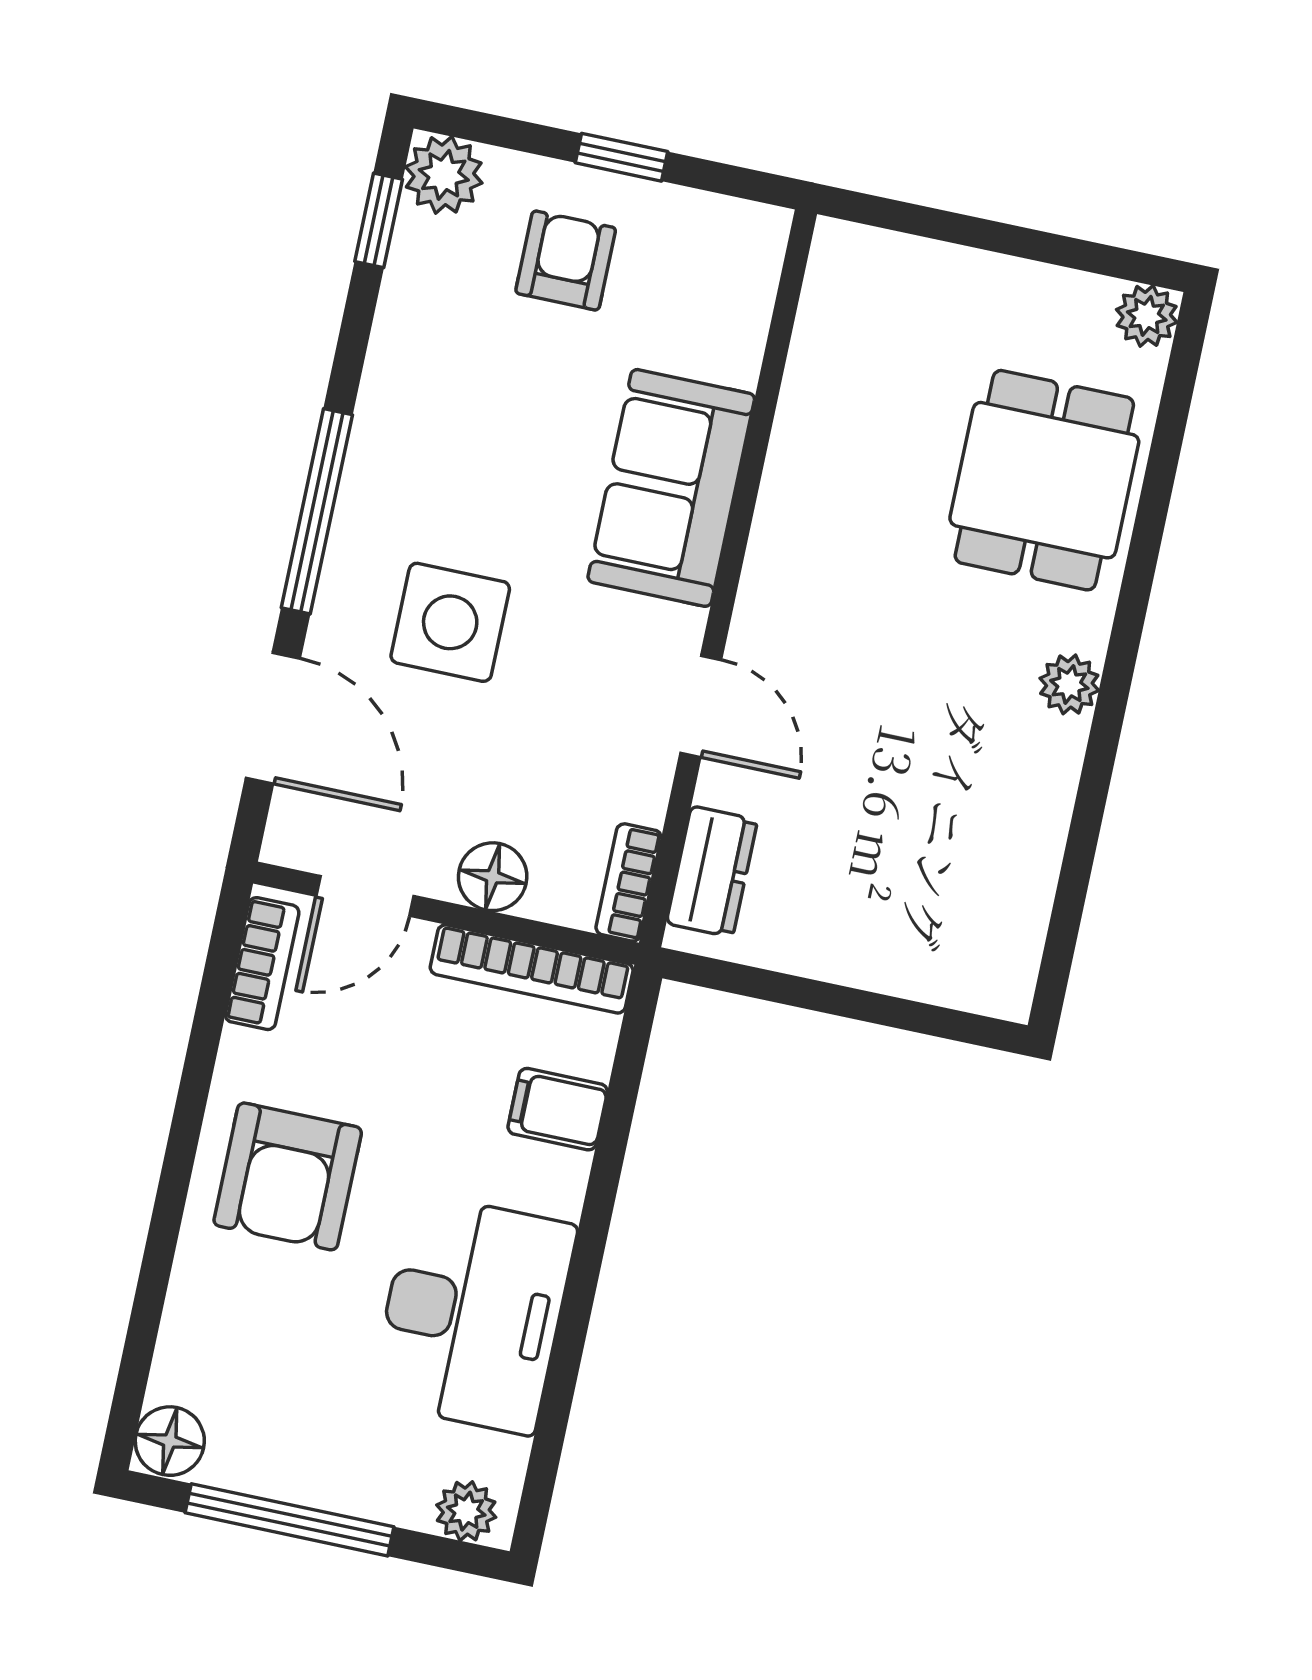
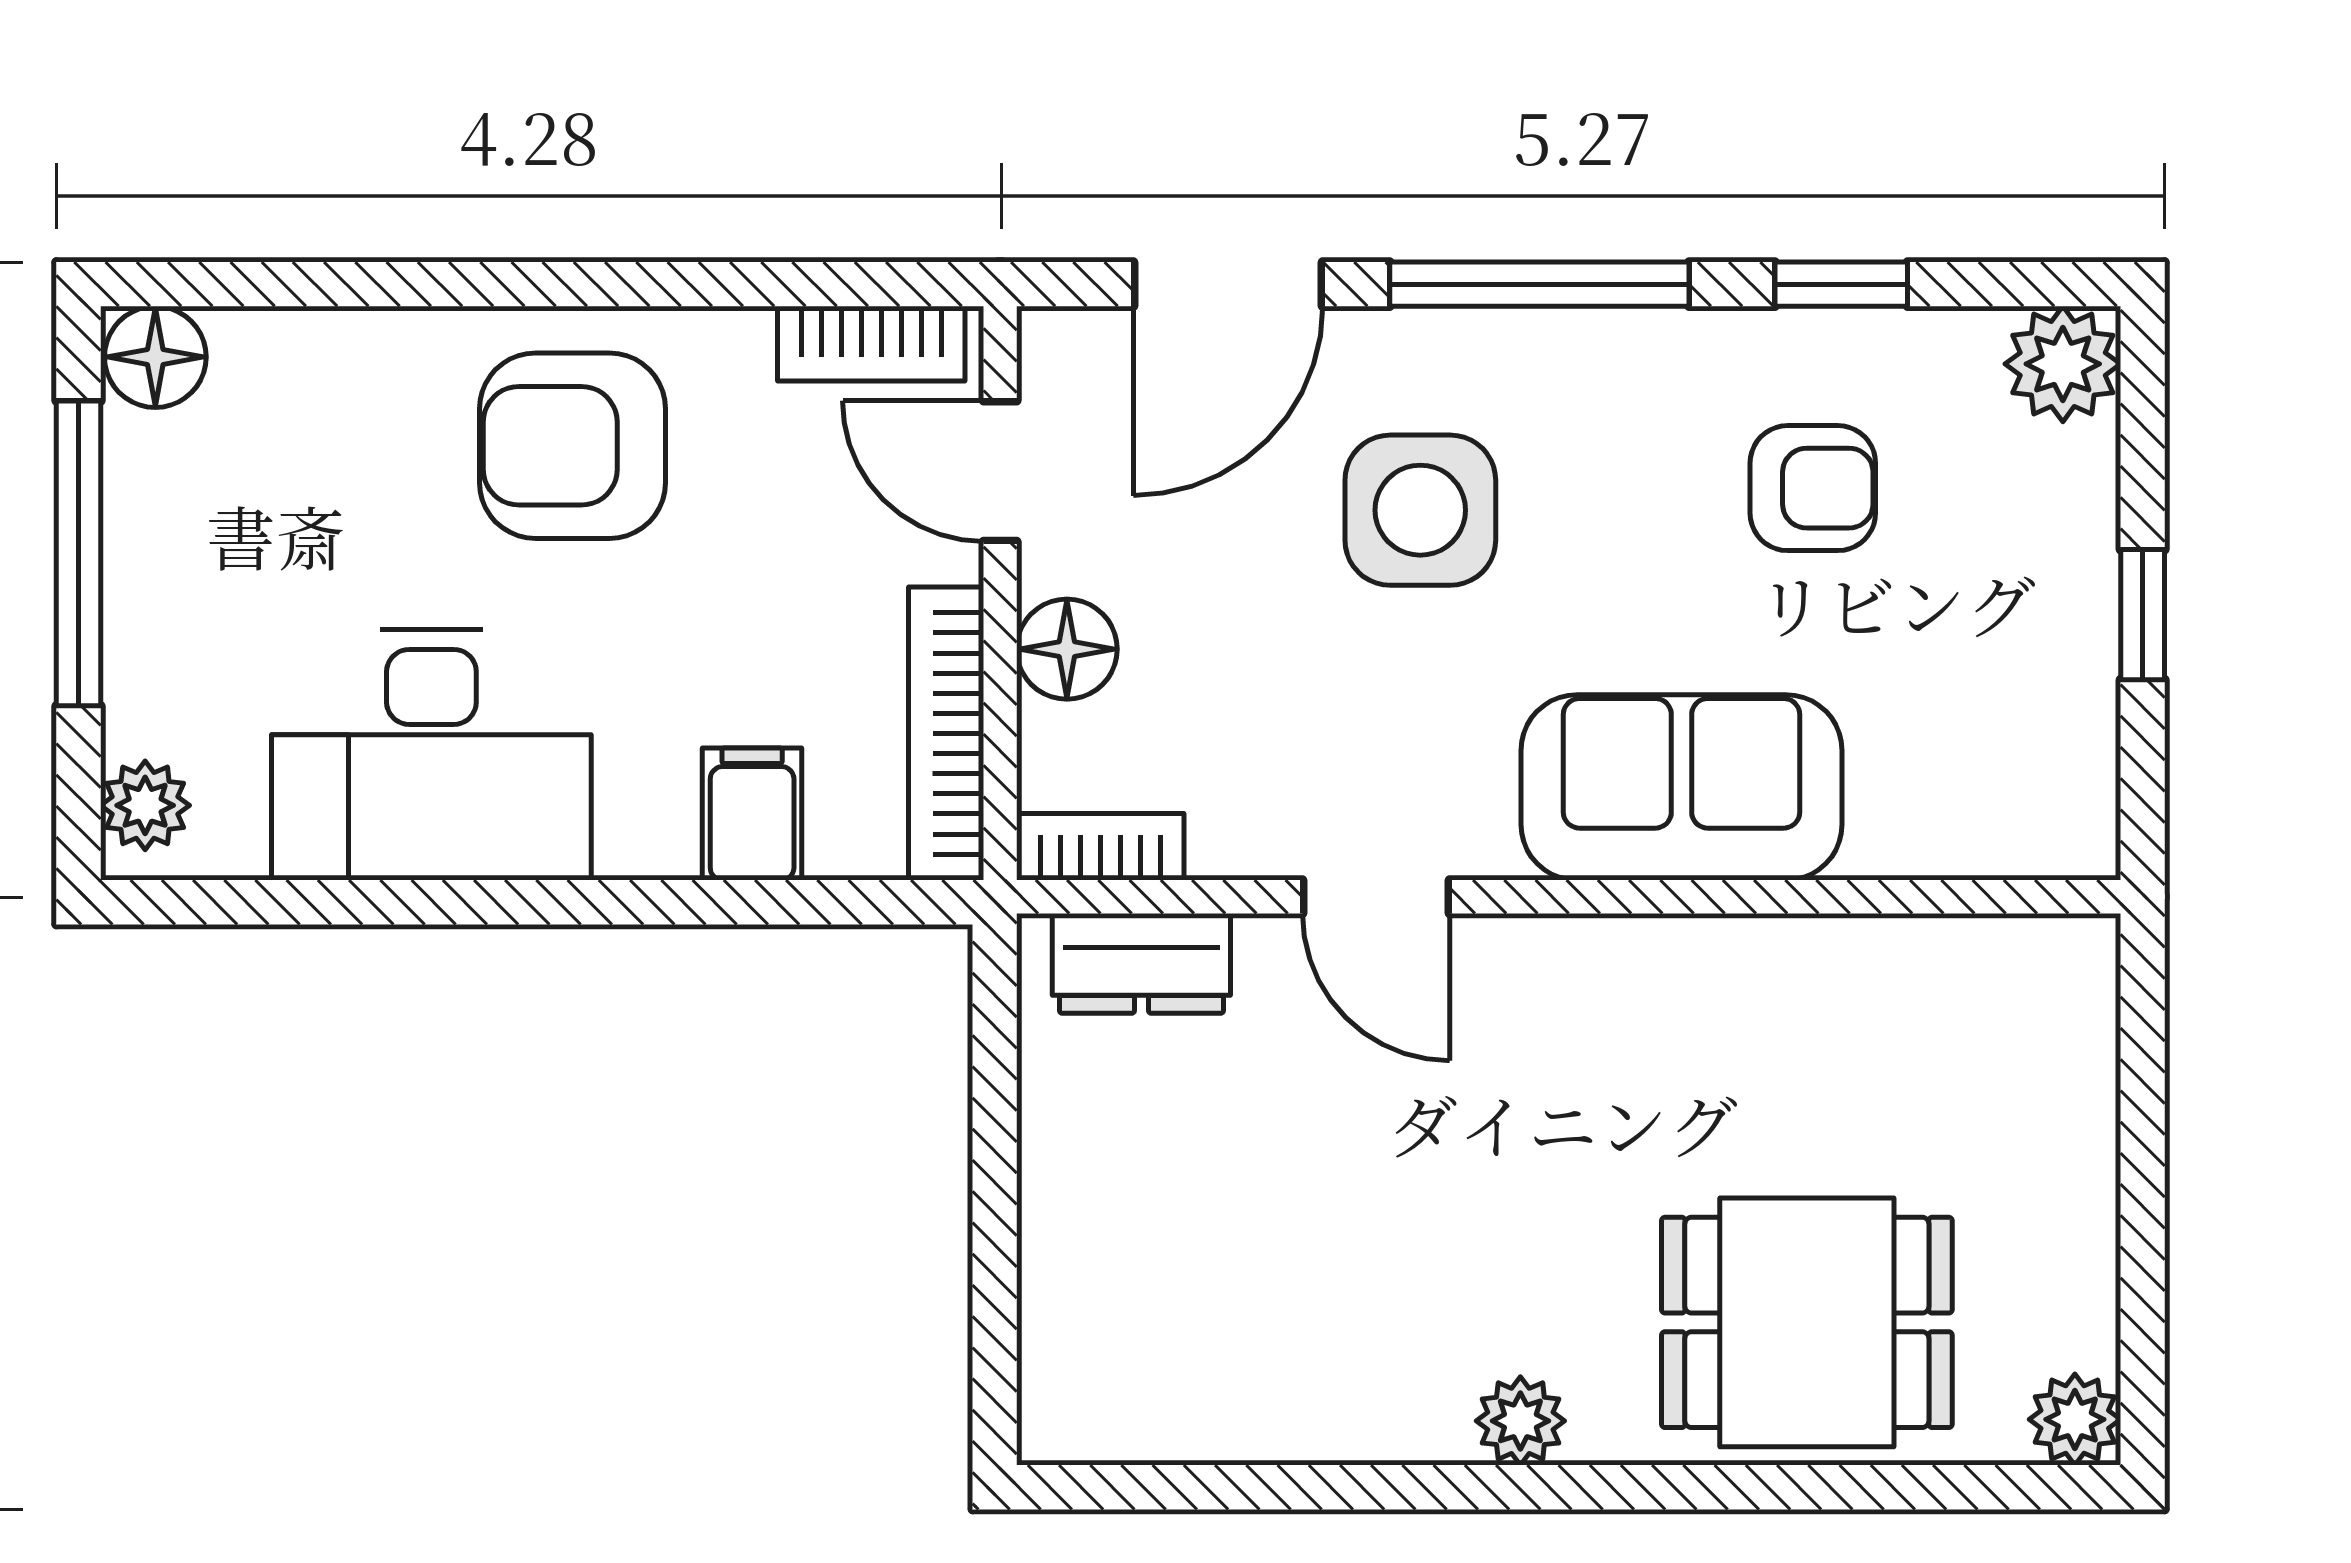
window: (379, 220) -> (1841, 284), moved
armchair: (566, 260) -> (1813, 488), moved
door: (701, 706) -> (1376, 897), hinge flipped

